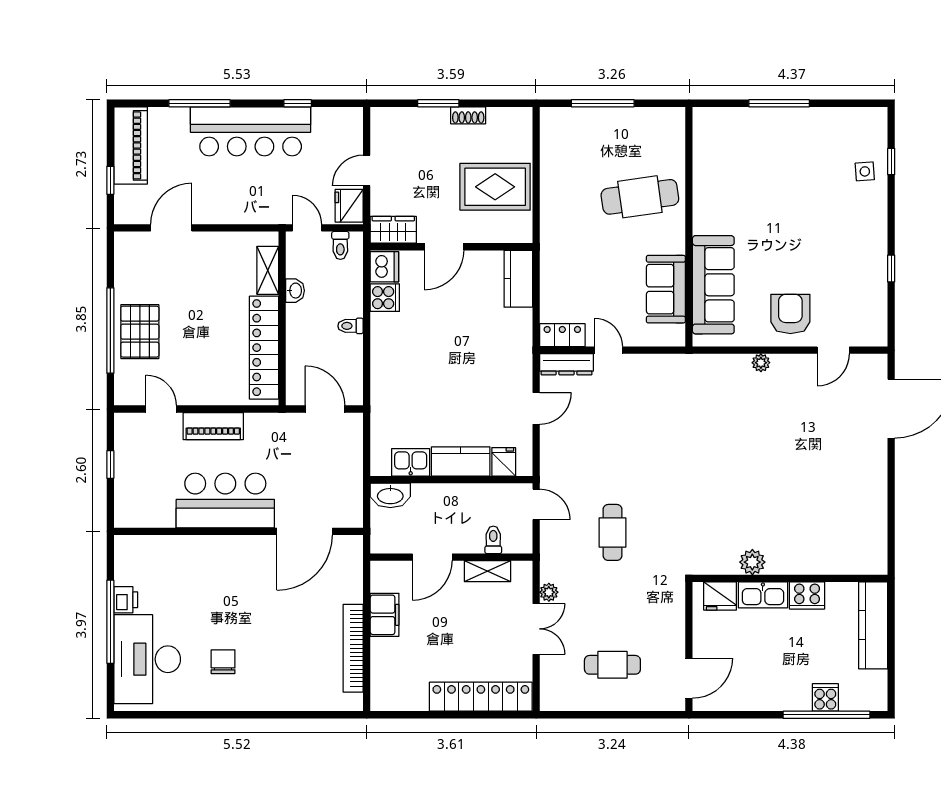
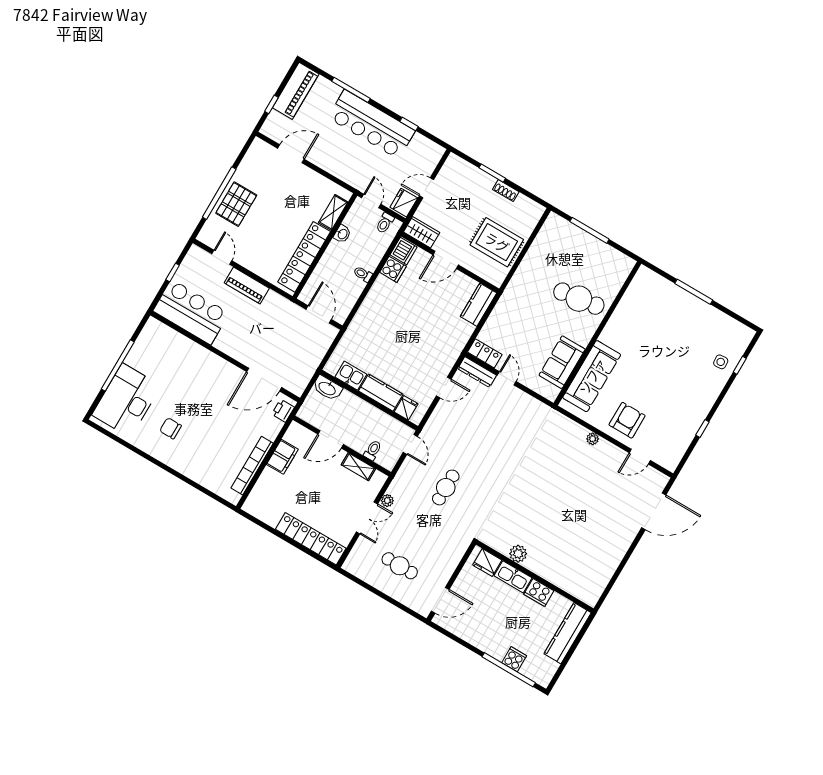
bar counter: (225, 500) -> (191, 312), moved
printer: (126, 600) -> (283, 411), moved, turned 180
chair: (223, 662) -> (171, 428), turned -90

